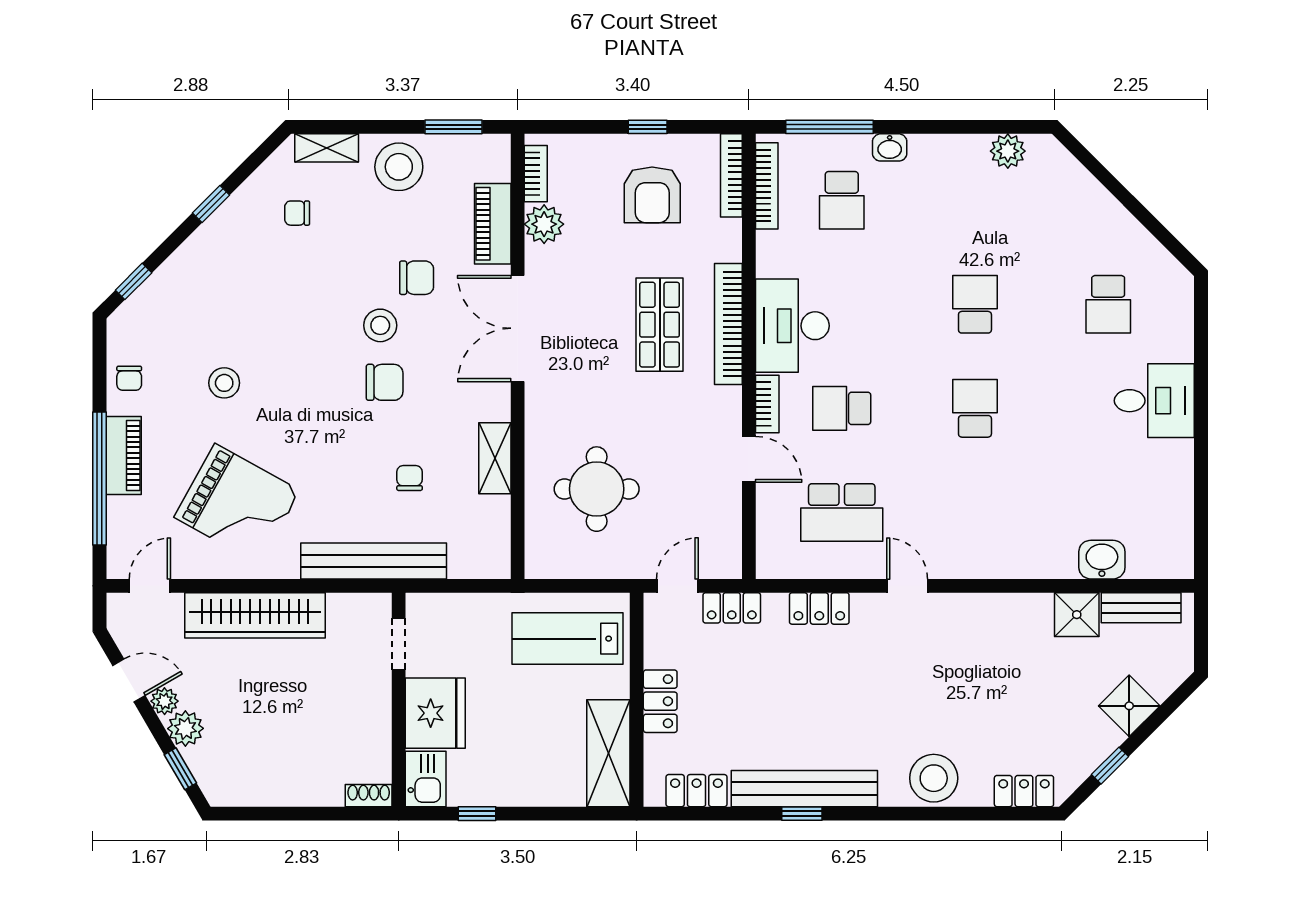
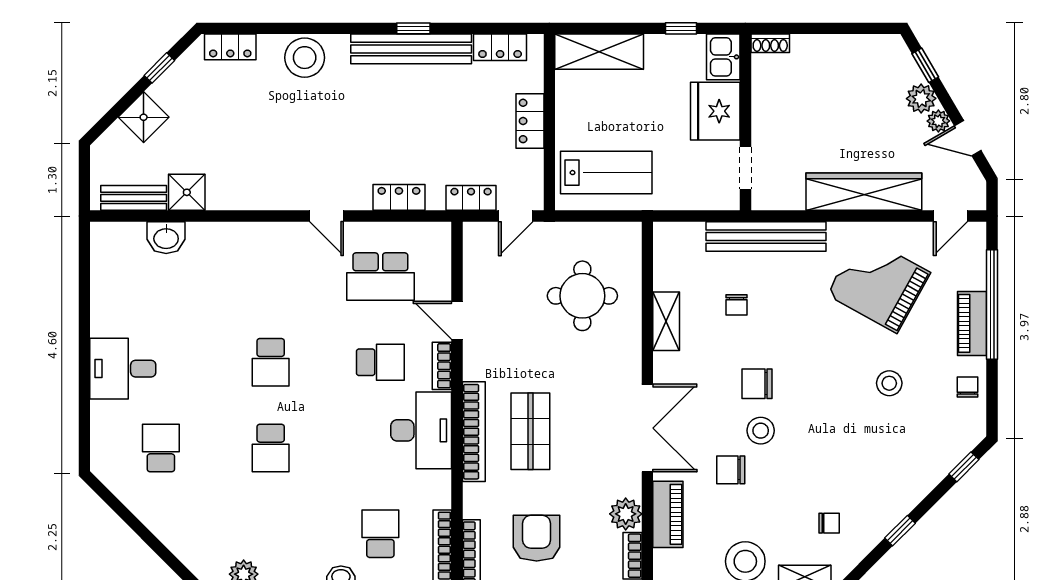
school desk: (842, 512) -> (380, 277), turned 180
shelving: (608, 753) -> (599, 52), moved, turned 90

